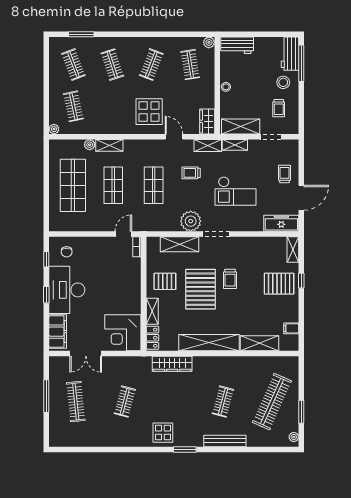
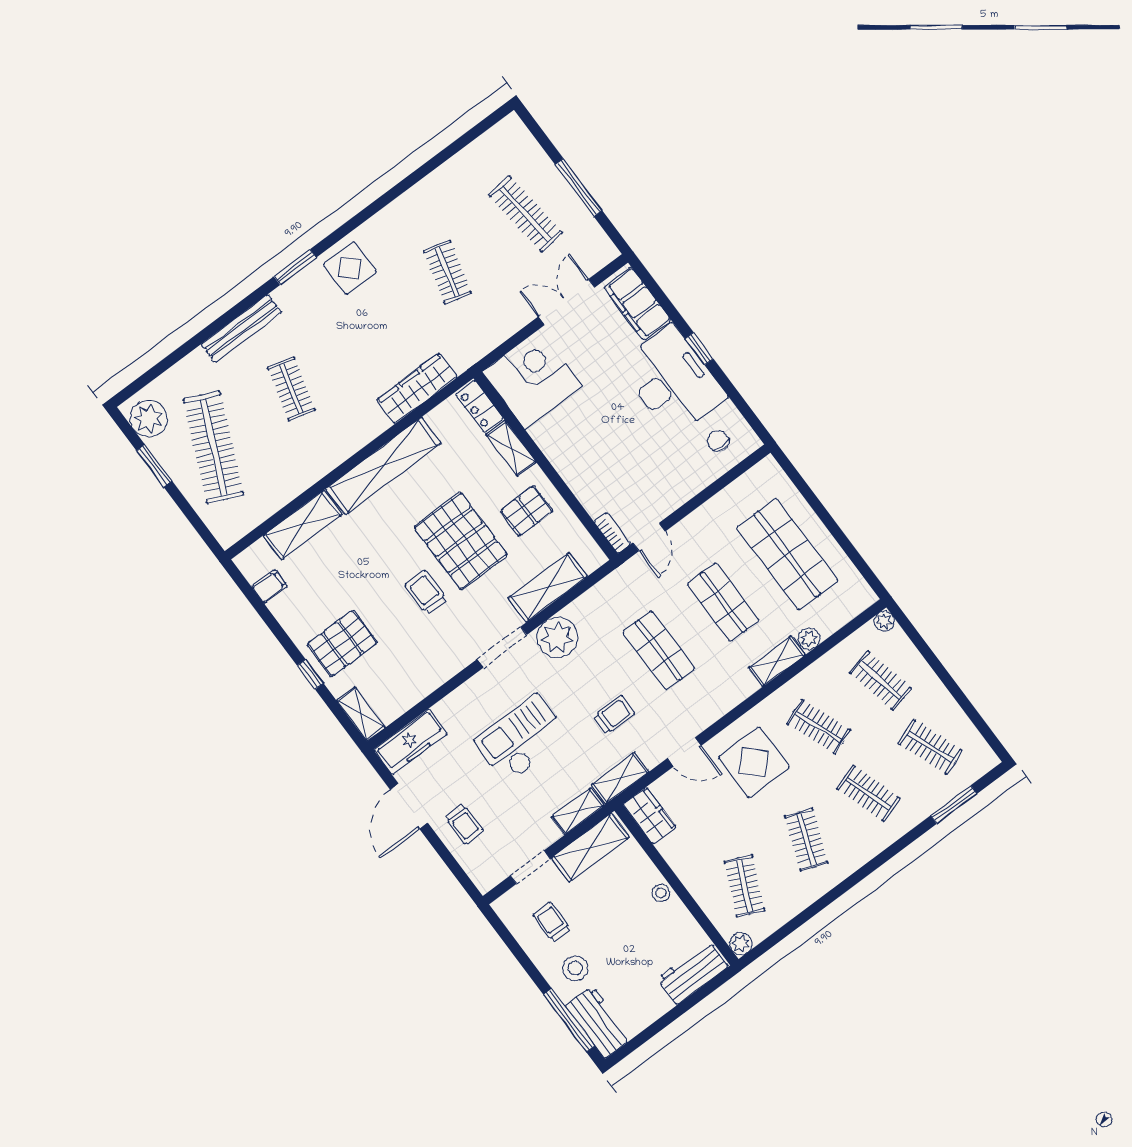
clothes rail: (190, 65) -> (744, 886), turned 33
clothes rail: (112, 106) -> (818, 727), added
window: (46, 259) -> (741, 405), removed
plant: (294, 437) -> (148, 419), width x1.88, depth x1.88

